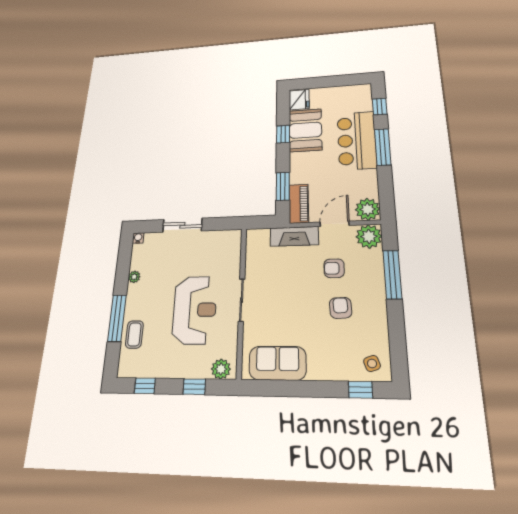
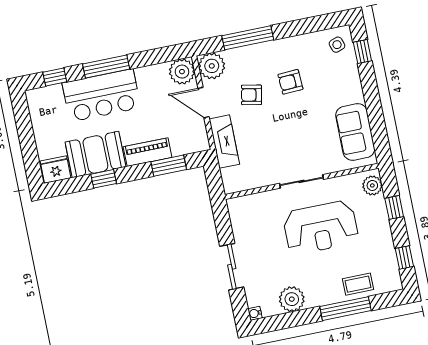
piano: (299, 204) -> (148, 152), moved
armchair: (334, 268) -> (251, 95), turned 101
plant: (134, 277) -> (292, 299), width x1.87, depth x1.87
reception desk: (195, 310) -> (321, 228), turned 180

